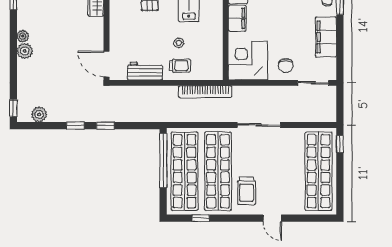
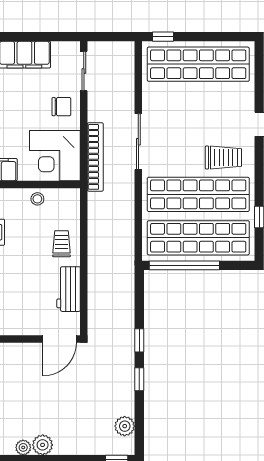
stool: (179, 43) -> (37, 199), moved
bookcase: (205, 92) -> (95, 157), moved

